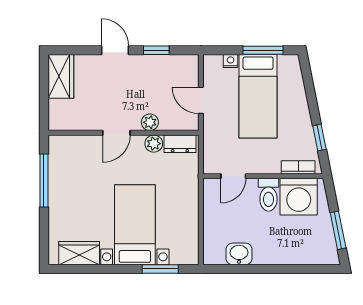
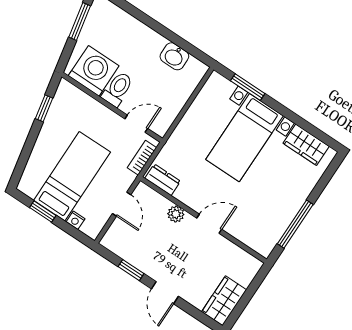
window: (263, 50) -> (43, 211), width x0.67
plant: (154, 144) -> (184, 194), removed
bookcase: (298, 167) -> (142, 158), moved, turned 90

